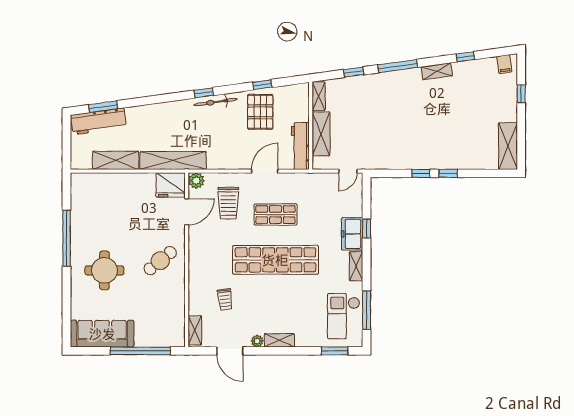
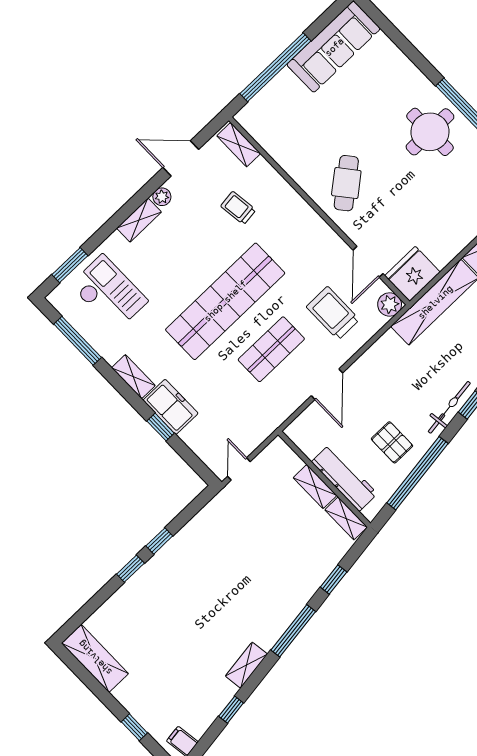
window: (262, 85) -> (417, 473), width x3.17
pallet: (260, 112) -> (392, 442), width x0.67, depth x0.71
shelving: (321, 134) -> (315, 487), width x0.67, depth x0.75
workbench: (300, 146) -> (344, 478), moved
round table: (104, 270) -> (430, 132), moved
checkout: (344, 316) -> (109, 293), moved

